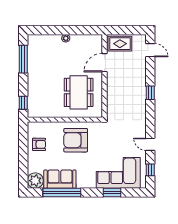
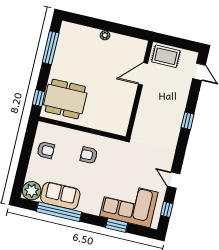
dining table: (79, 92) -> (65, 99), moved, turned 90
armchair: (76, 140) -> (89, 155), width x0.53, depth x0.53

